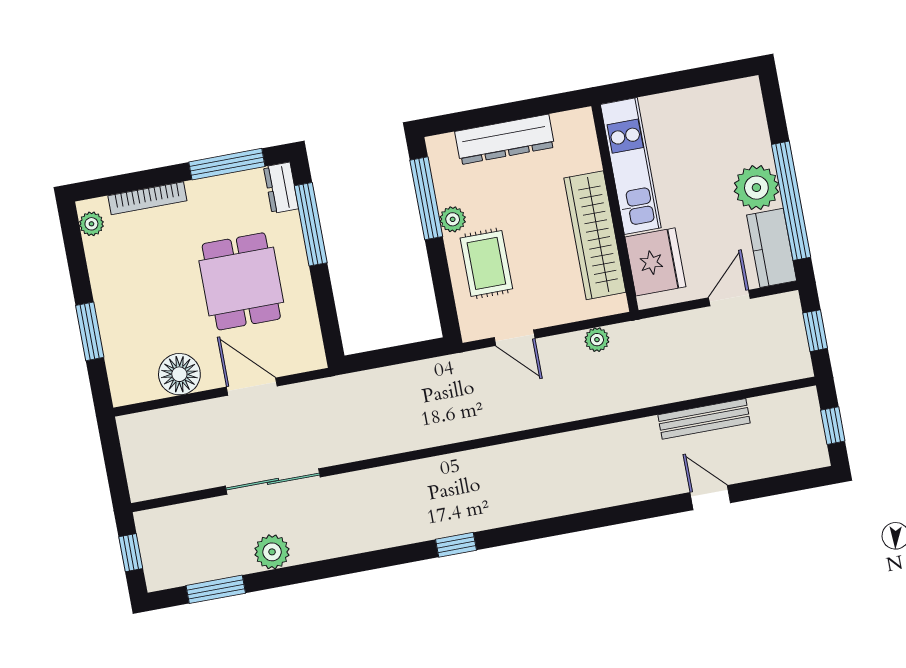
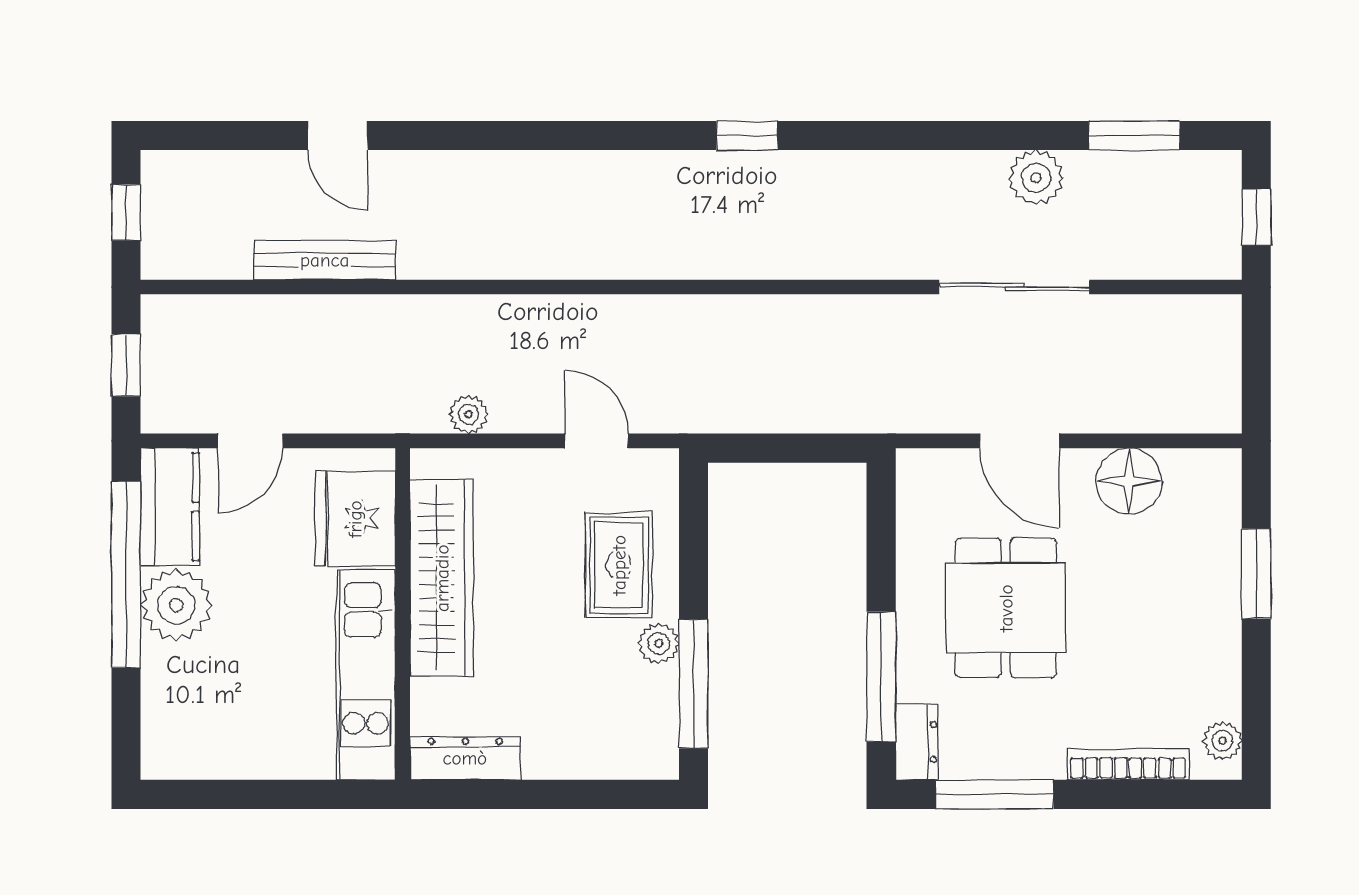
dresser: (505, 139) -> (465, 758), moved, width x0.73, depth x0.80

